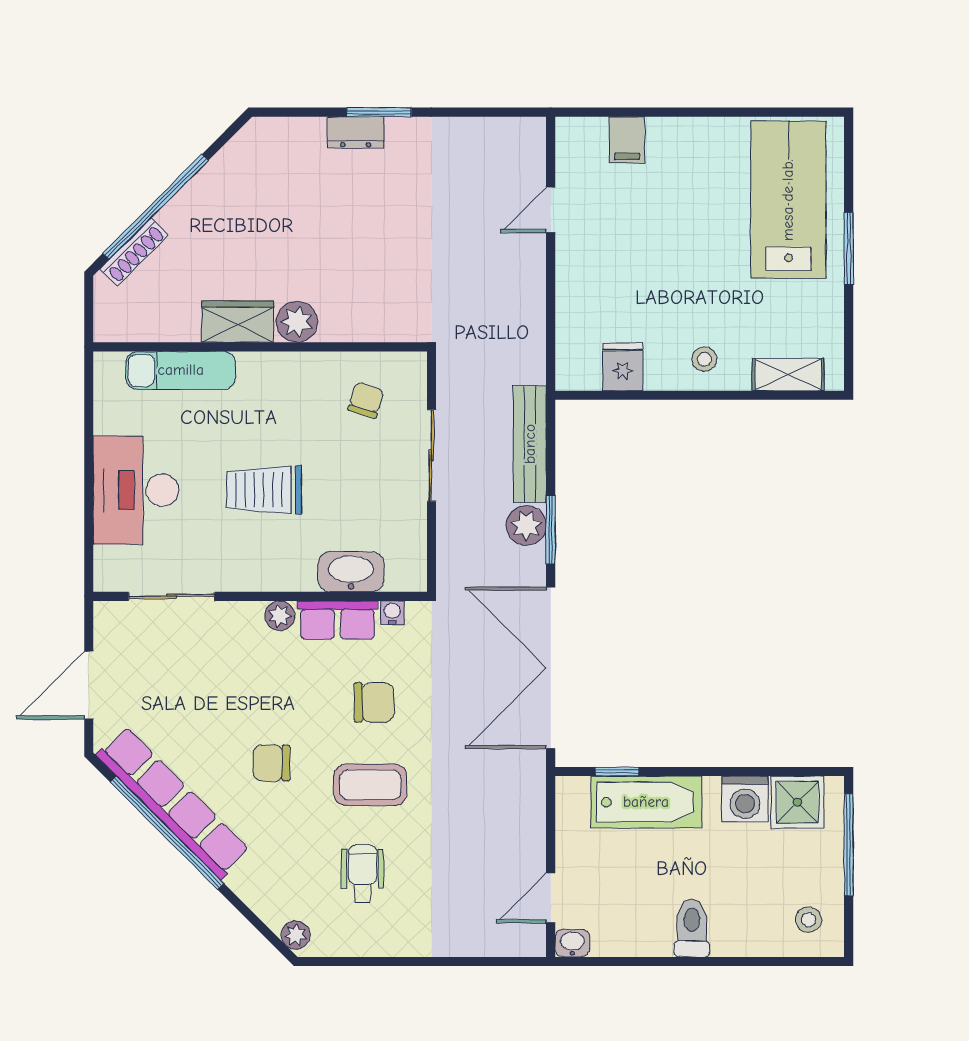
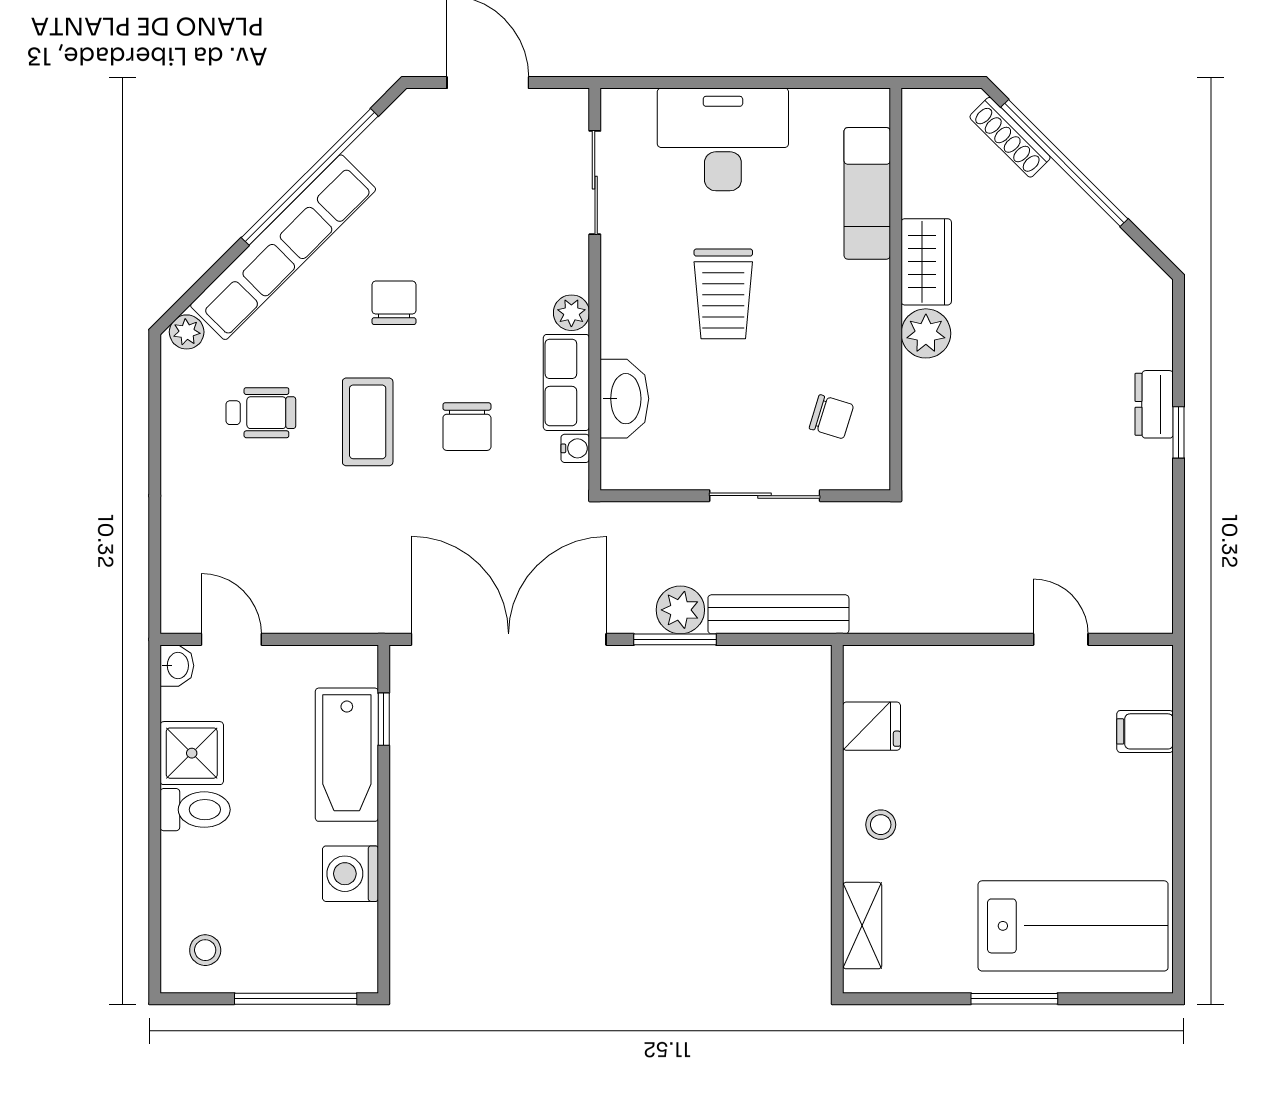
window: (379, 112) -> (1179, 432), width x0.67
trolley: (264, 490) -> (723, 294), turned 180
shower: (797, 802) -> (192, 753), moved
row of seats: (173, 803) -> (283, 247), moved

